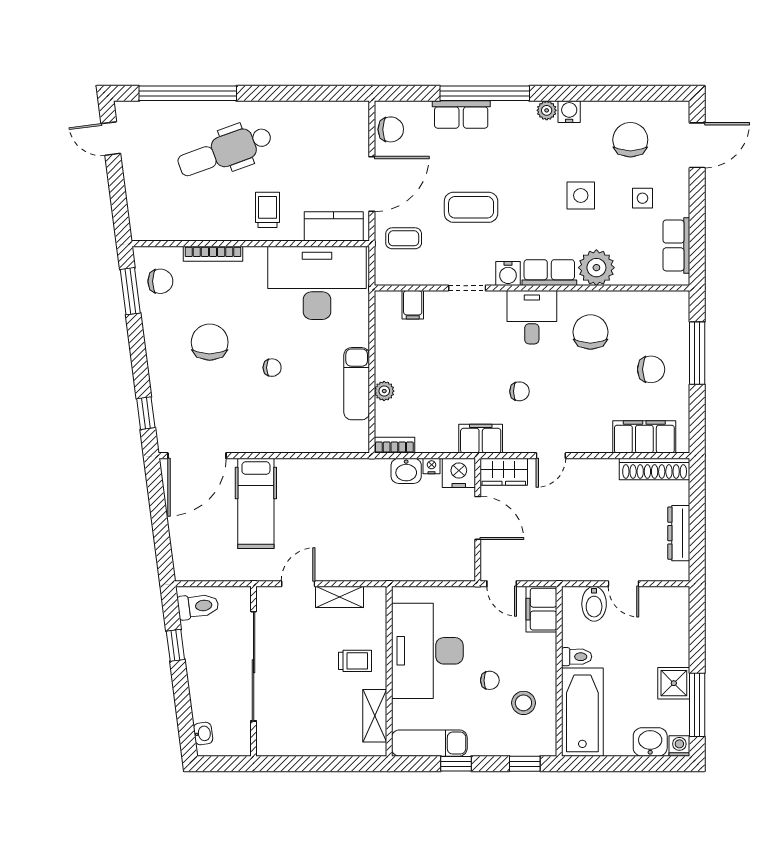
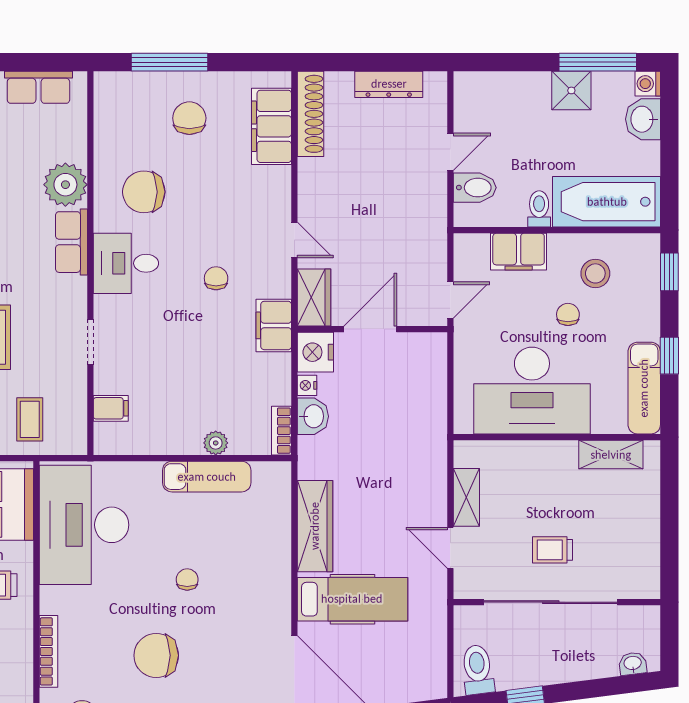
water cooler: (508, 273) -> (73, 292), removed
wardrobe: (316, 473) -> (315, 526), added
filing cabinet: (541, 609) -> (519, 252), moved
trolley: (355, 661) -> (553, 550), moved, turned -90

